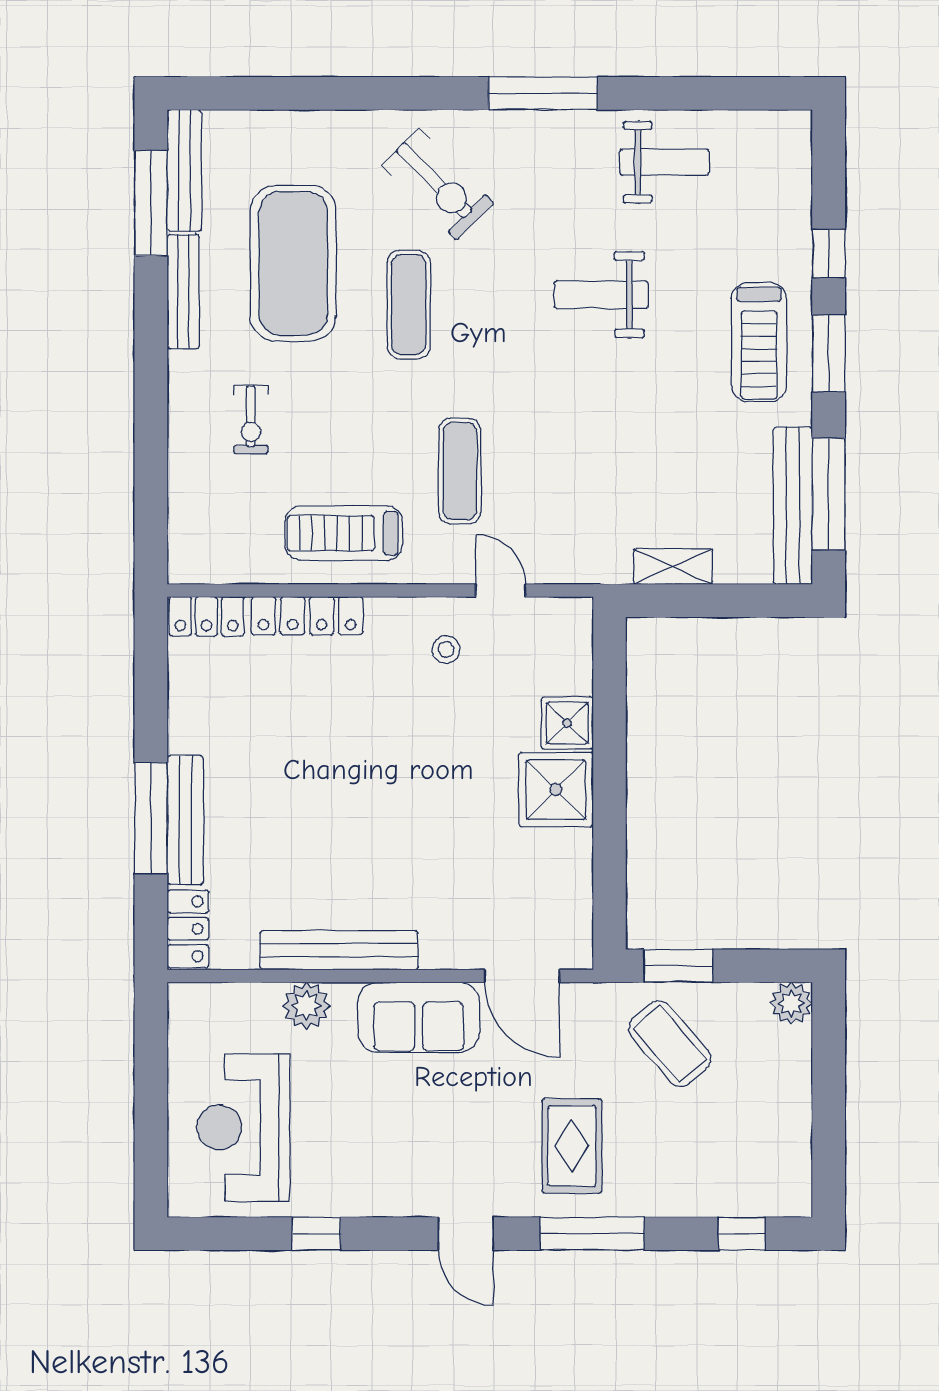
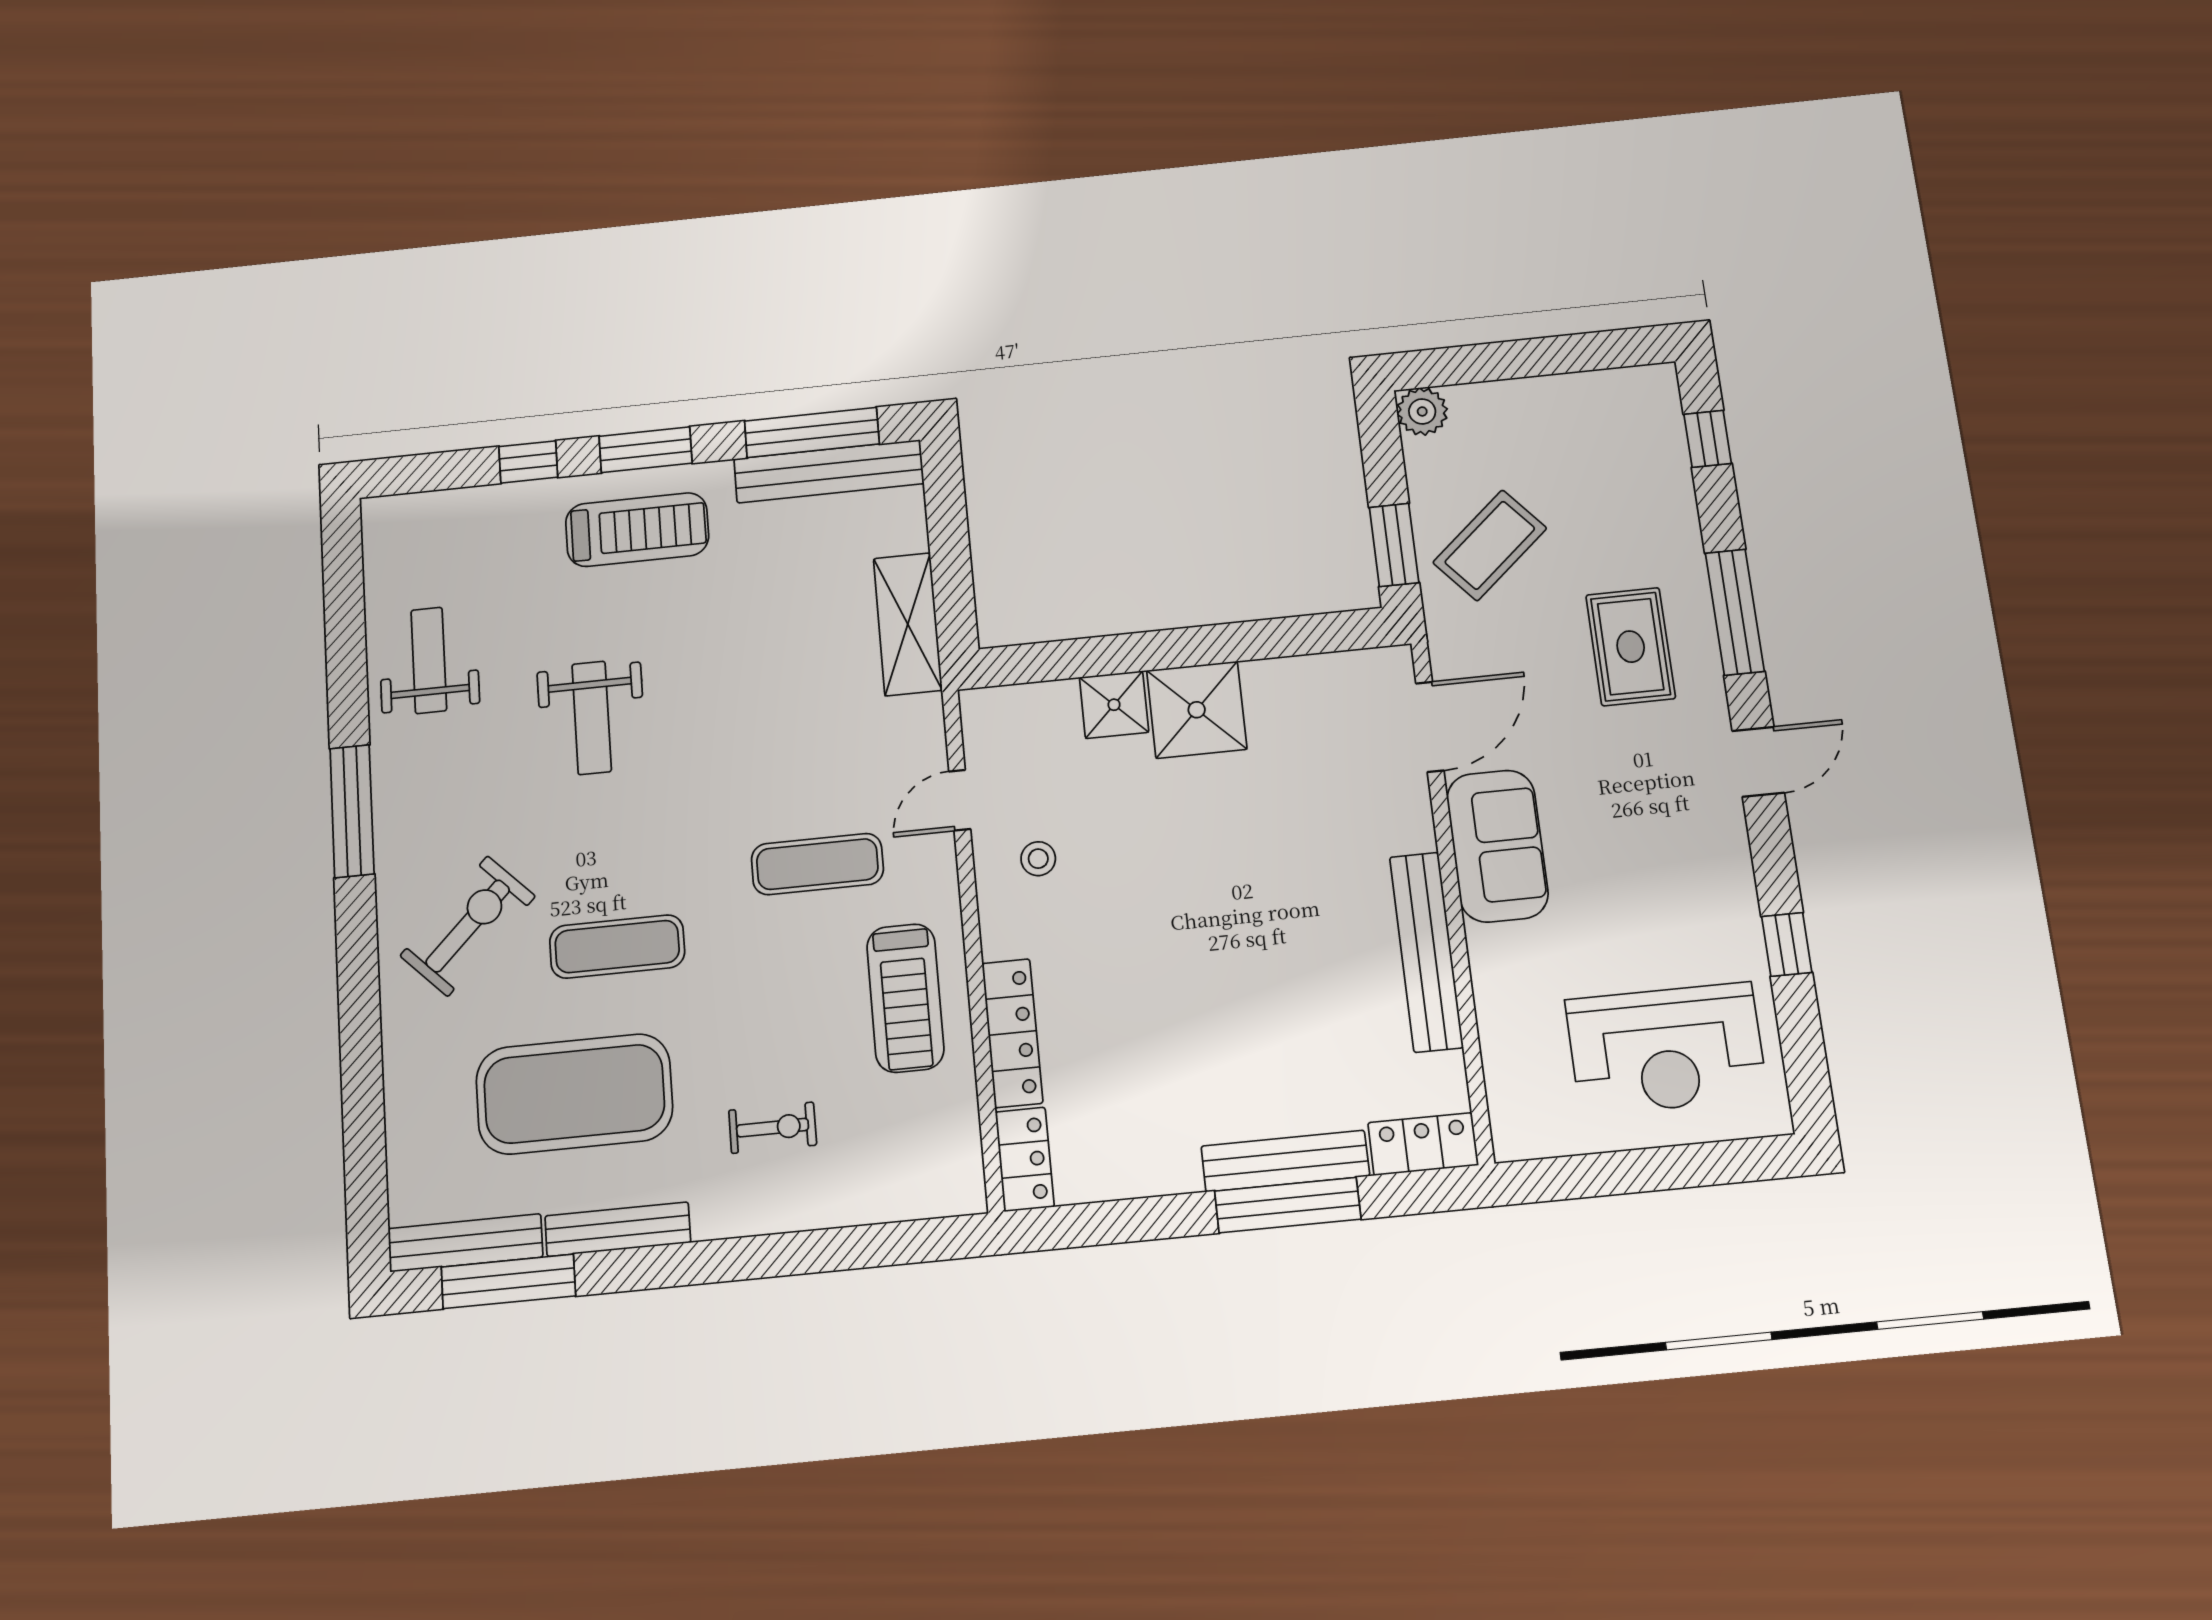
shelving: (673, 567) -> (908, 624), width x1.50, depth x1.33
plant: (306, 1006) -> (1501, 985), removed
rug: (572, 1146) -> (1631, 647), turned 90

